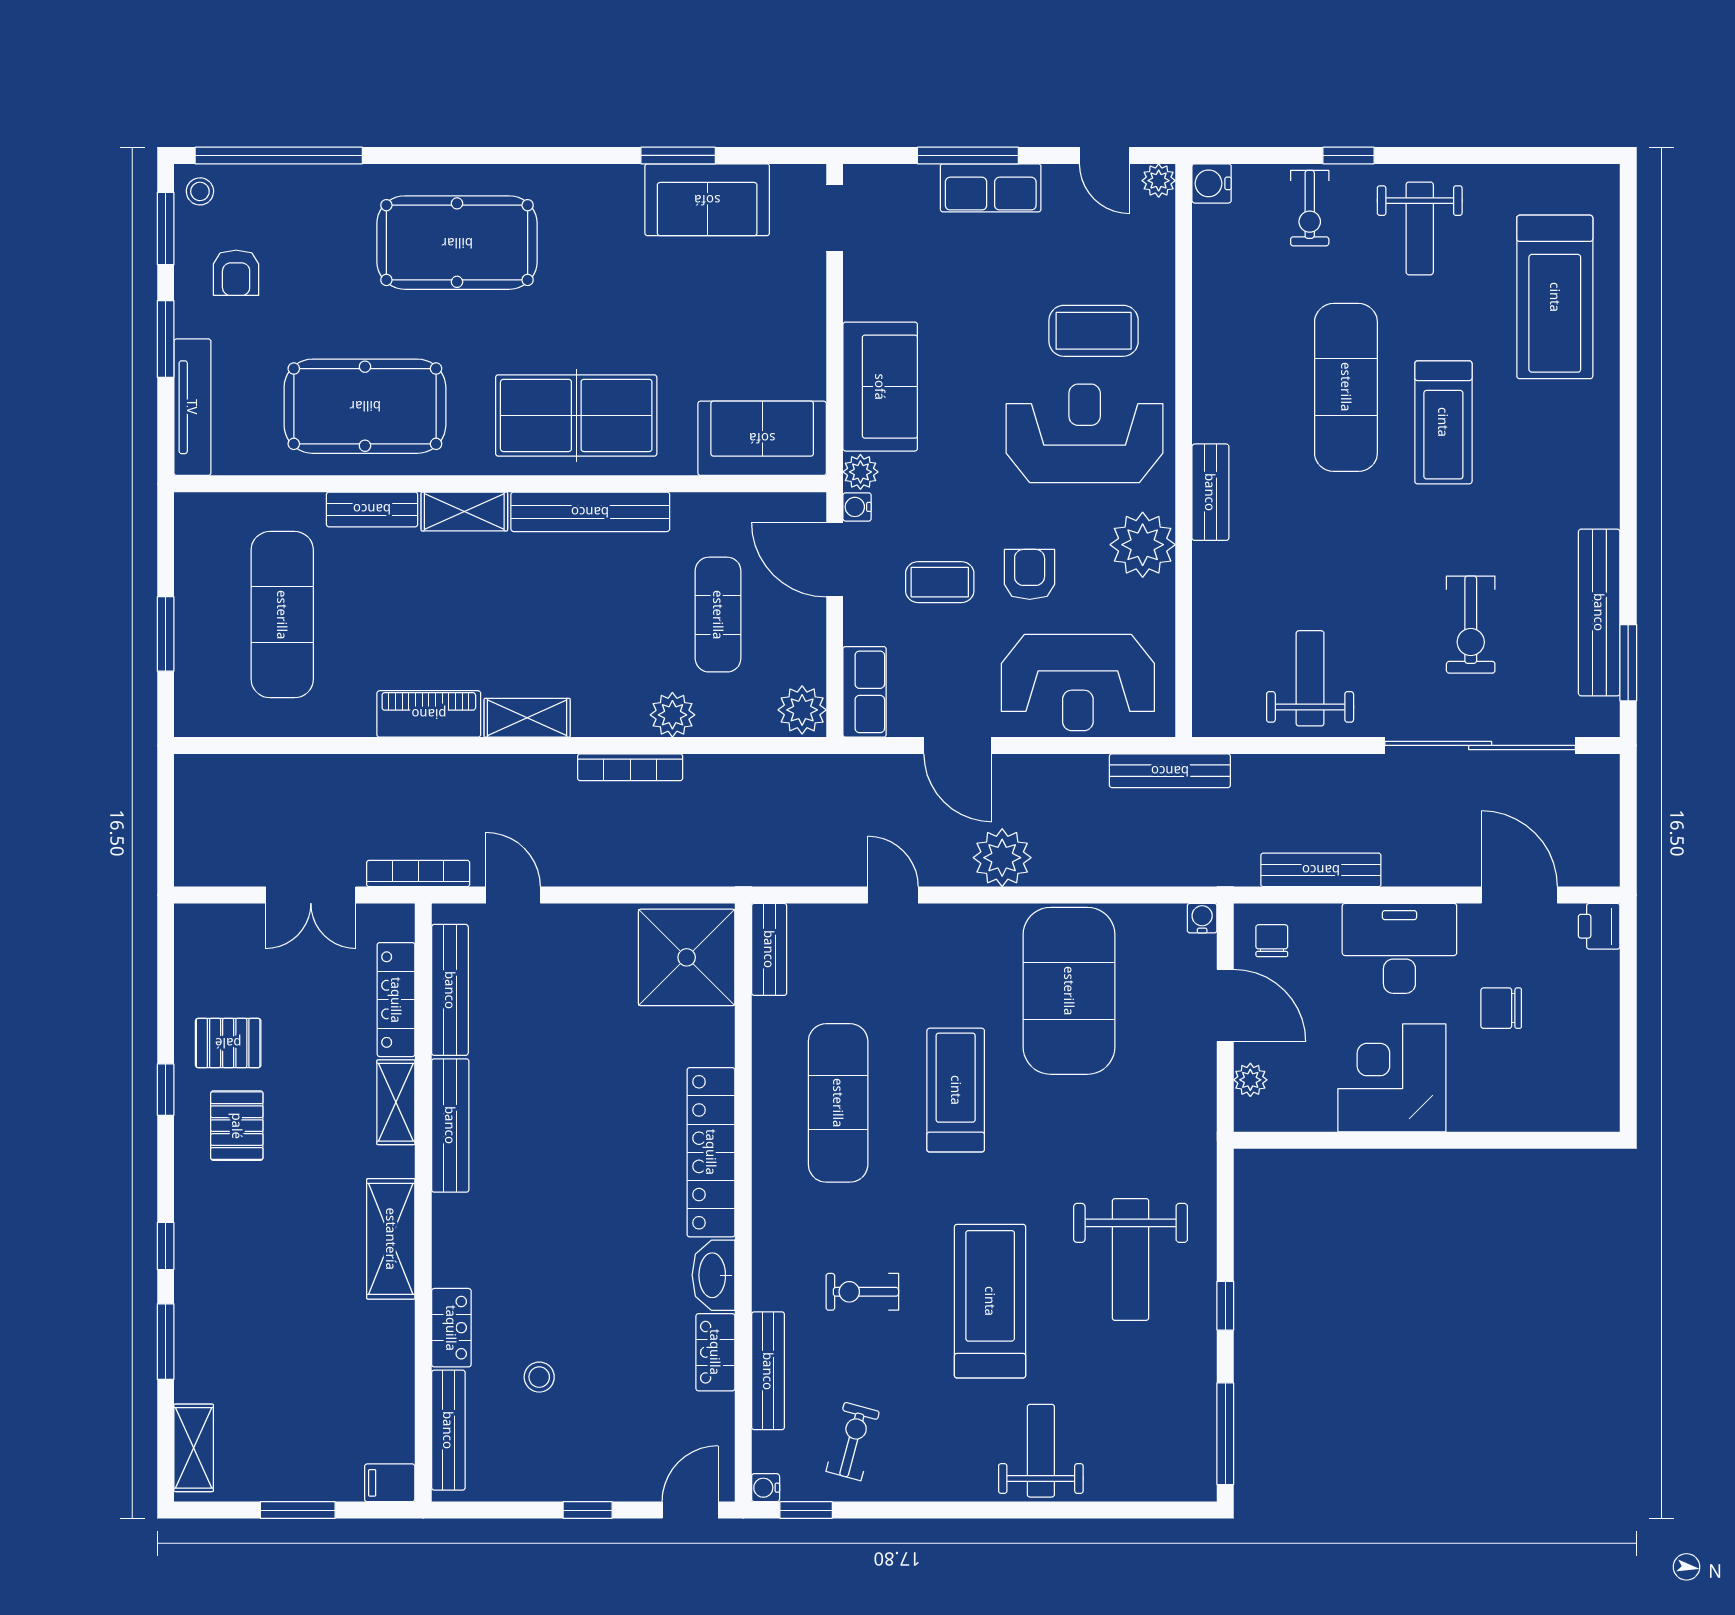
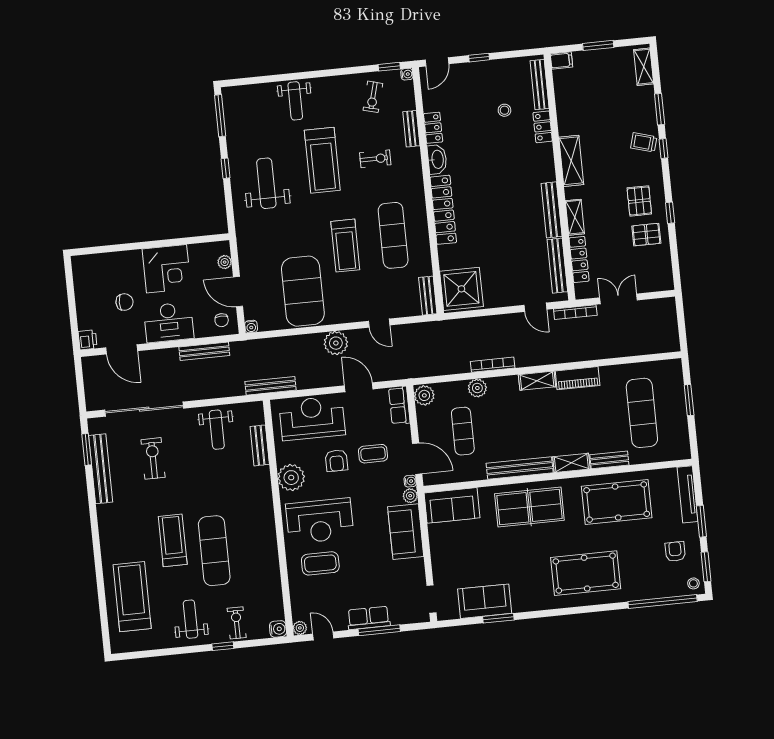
bench: (1210, 492) -> (260, 445), moved
trolley: (212, 1266) -> (644, 142), added
bench: (768, 1371) -> (411, 129), width x0.73

